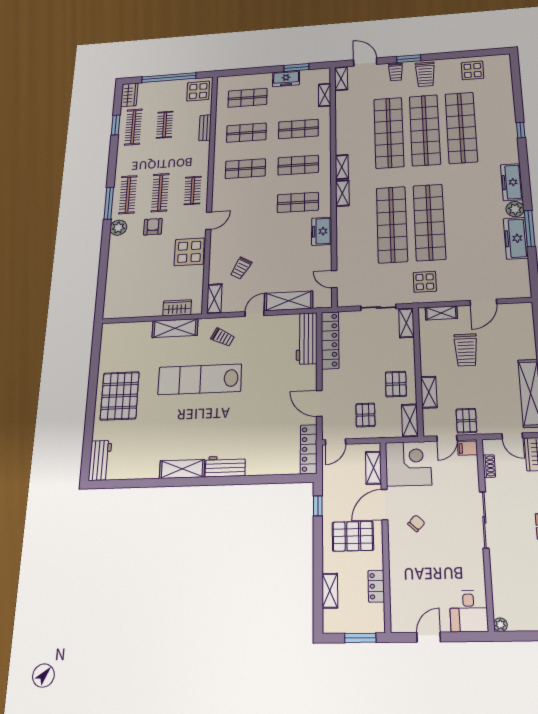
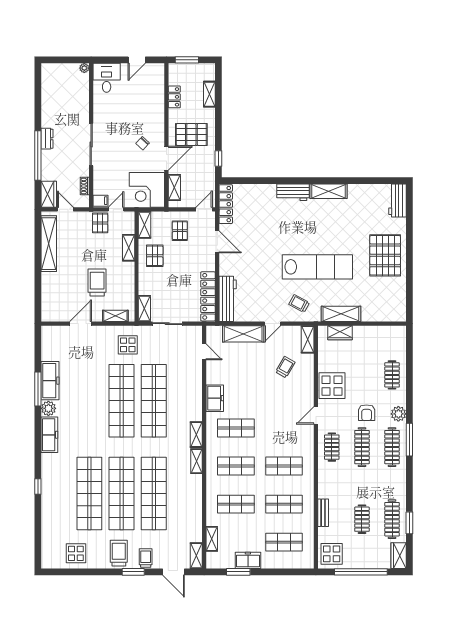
clothes rail: (122, 267) -> (392, 375), added

